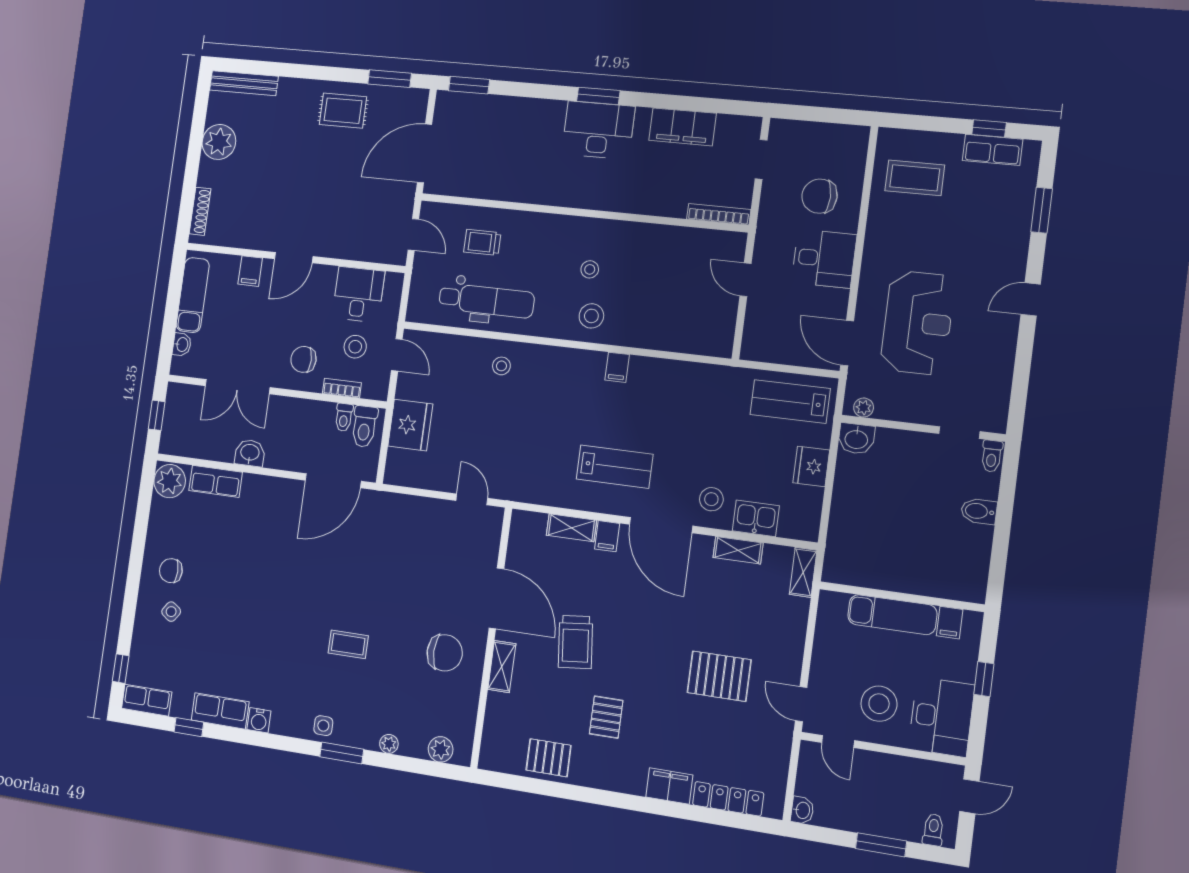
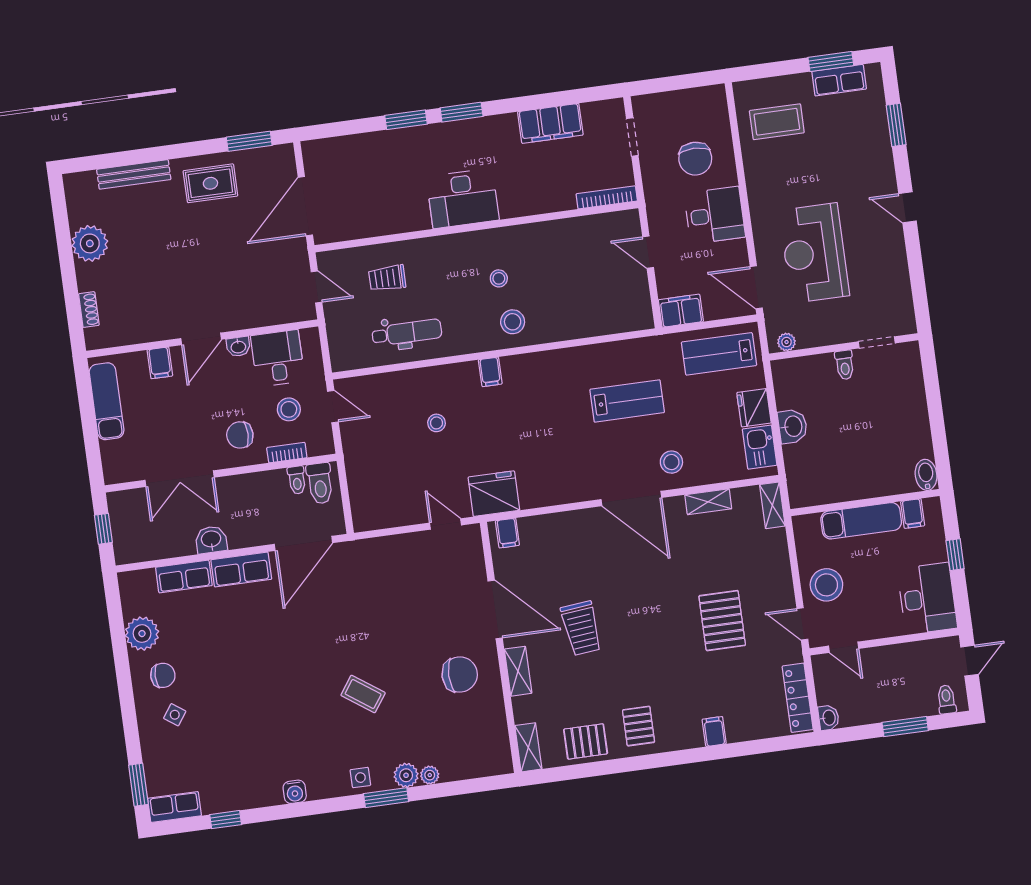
bench: (244, 83) -> (134, 174), moved
window: (469, 85) -> (406, 120), moved
window: (989, 129) -> (831, 62), width x1.50
desk: (598, 130) -> (463, 198), moved, turned 180
chair: (820, 196) -> (695, 159), turned -90
shoe rack: (200, 211) -> (89, 310), width x0.70
door: (1031, 299) -> (907, 207), hinge flipped
dental chair: (486, 301) -> (407, 333), width x0.73, depth x0.72
reception desk: (918, 323) -> (814, 253), turned 180
washbasin: (182, 344) -> (238, 347), moved, turned 90
filing cabinet: (763, 347) -> (681, 311), added
stool: (501, 366) -> (436, 423), moved
filing cabinet: (617, 367) -> (490, 372), moved
fridge: (410, 425) -> (494, 494), moved, turned -90
washbasin: (856, 439) -> (793, 426), moved, turned -90
toilet: (992, 456) -> (845, 365), moved
lab bench: (615, 467) -> (627, 401), moved
plant: (170, 481) -> (142, 634), moved
bidet: (979, 511) -> (926, 475), moved, turned 90
kitchen sink: (756, 518) -> (760, 447), moved, turned -90
shelving: (571, 528) -> (528, 747), moved, turned 90
filing cabinet: (607, 536) -> (507, 533), moved
chair: (171, 571) -> (163, 675), turned 180
coffee table: (348, 644) -> (363, 694), turned 35
window: (121, 669) -> (138, 785), width x1.50
pallet: (719, 676) -> (722, 621), turned 90
stool: (879, 704) -> (826, 585), moved
row of seats: (220, 711) -> (241, 570), moved, turned 180
pallet: (606, 717) -> (639, 726), moved
plant: (441, 749) -> (406, 775), moved
filing cabinet: (669, 786) -> (714, 731), width x0.50
locker: (728, 799) -> (798, 698), moved, turned -90

